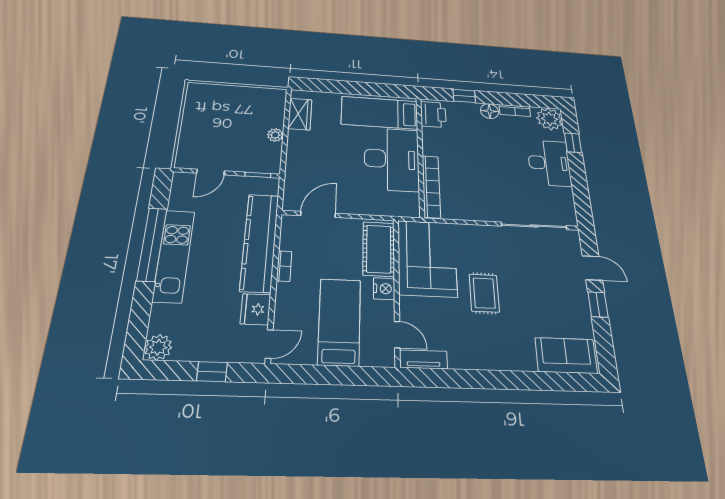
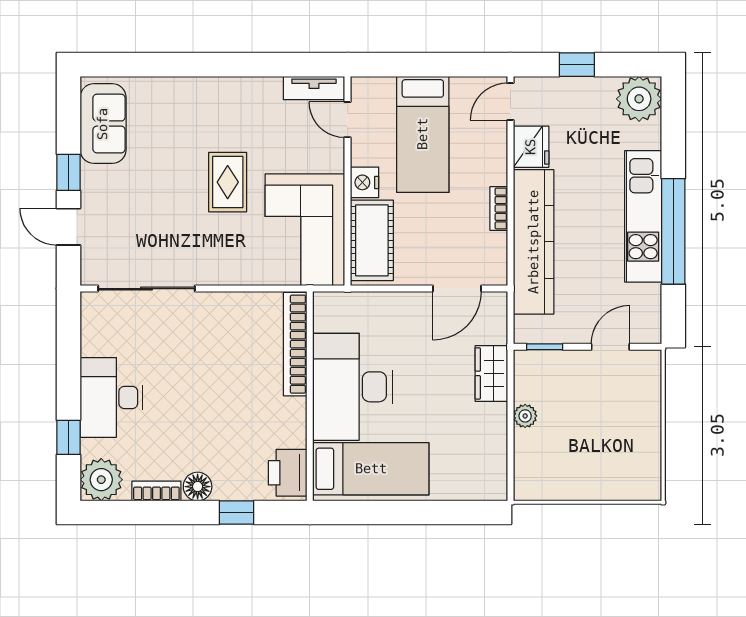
wardrobe: (300, 114) -> (491, 373), moved
plant: (158, 347) -> (639, 99), width x1.36, depth x1.36
sofa: (566, 355) -> (103, 124), moved, turned -90

